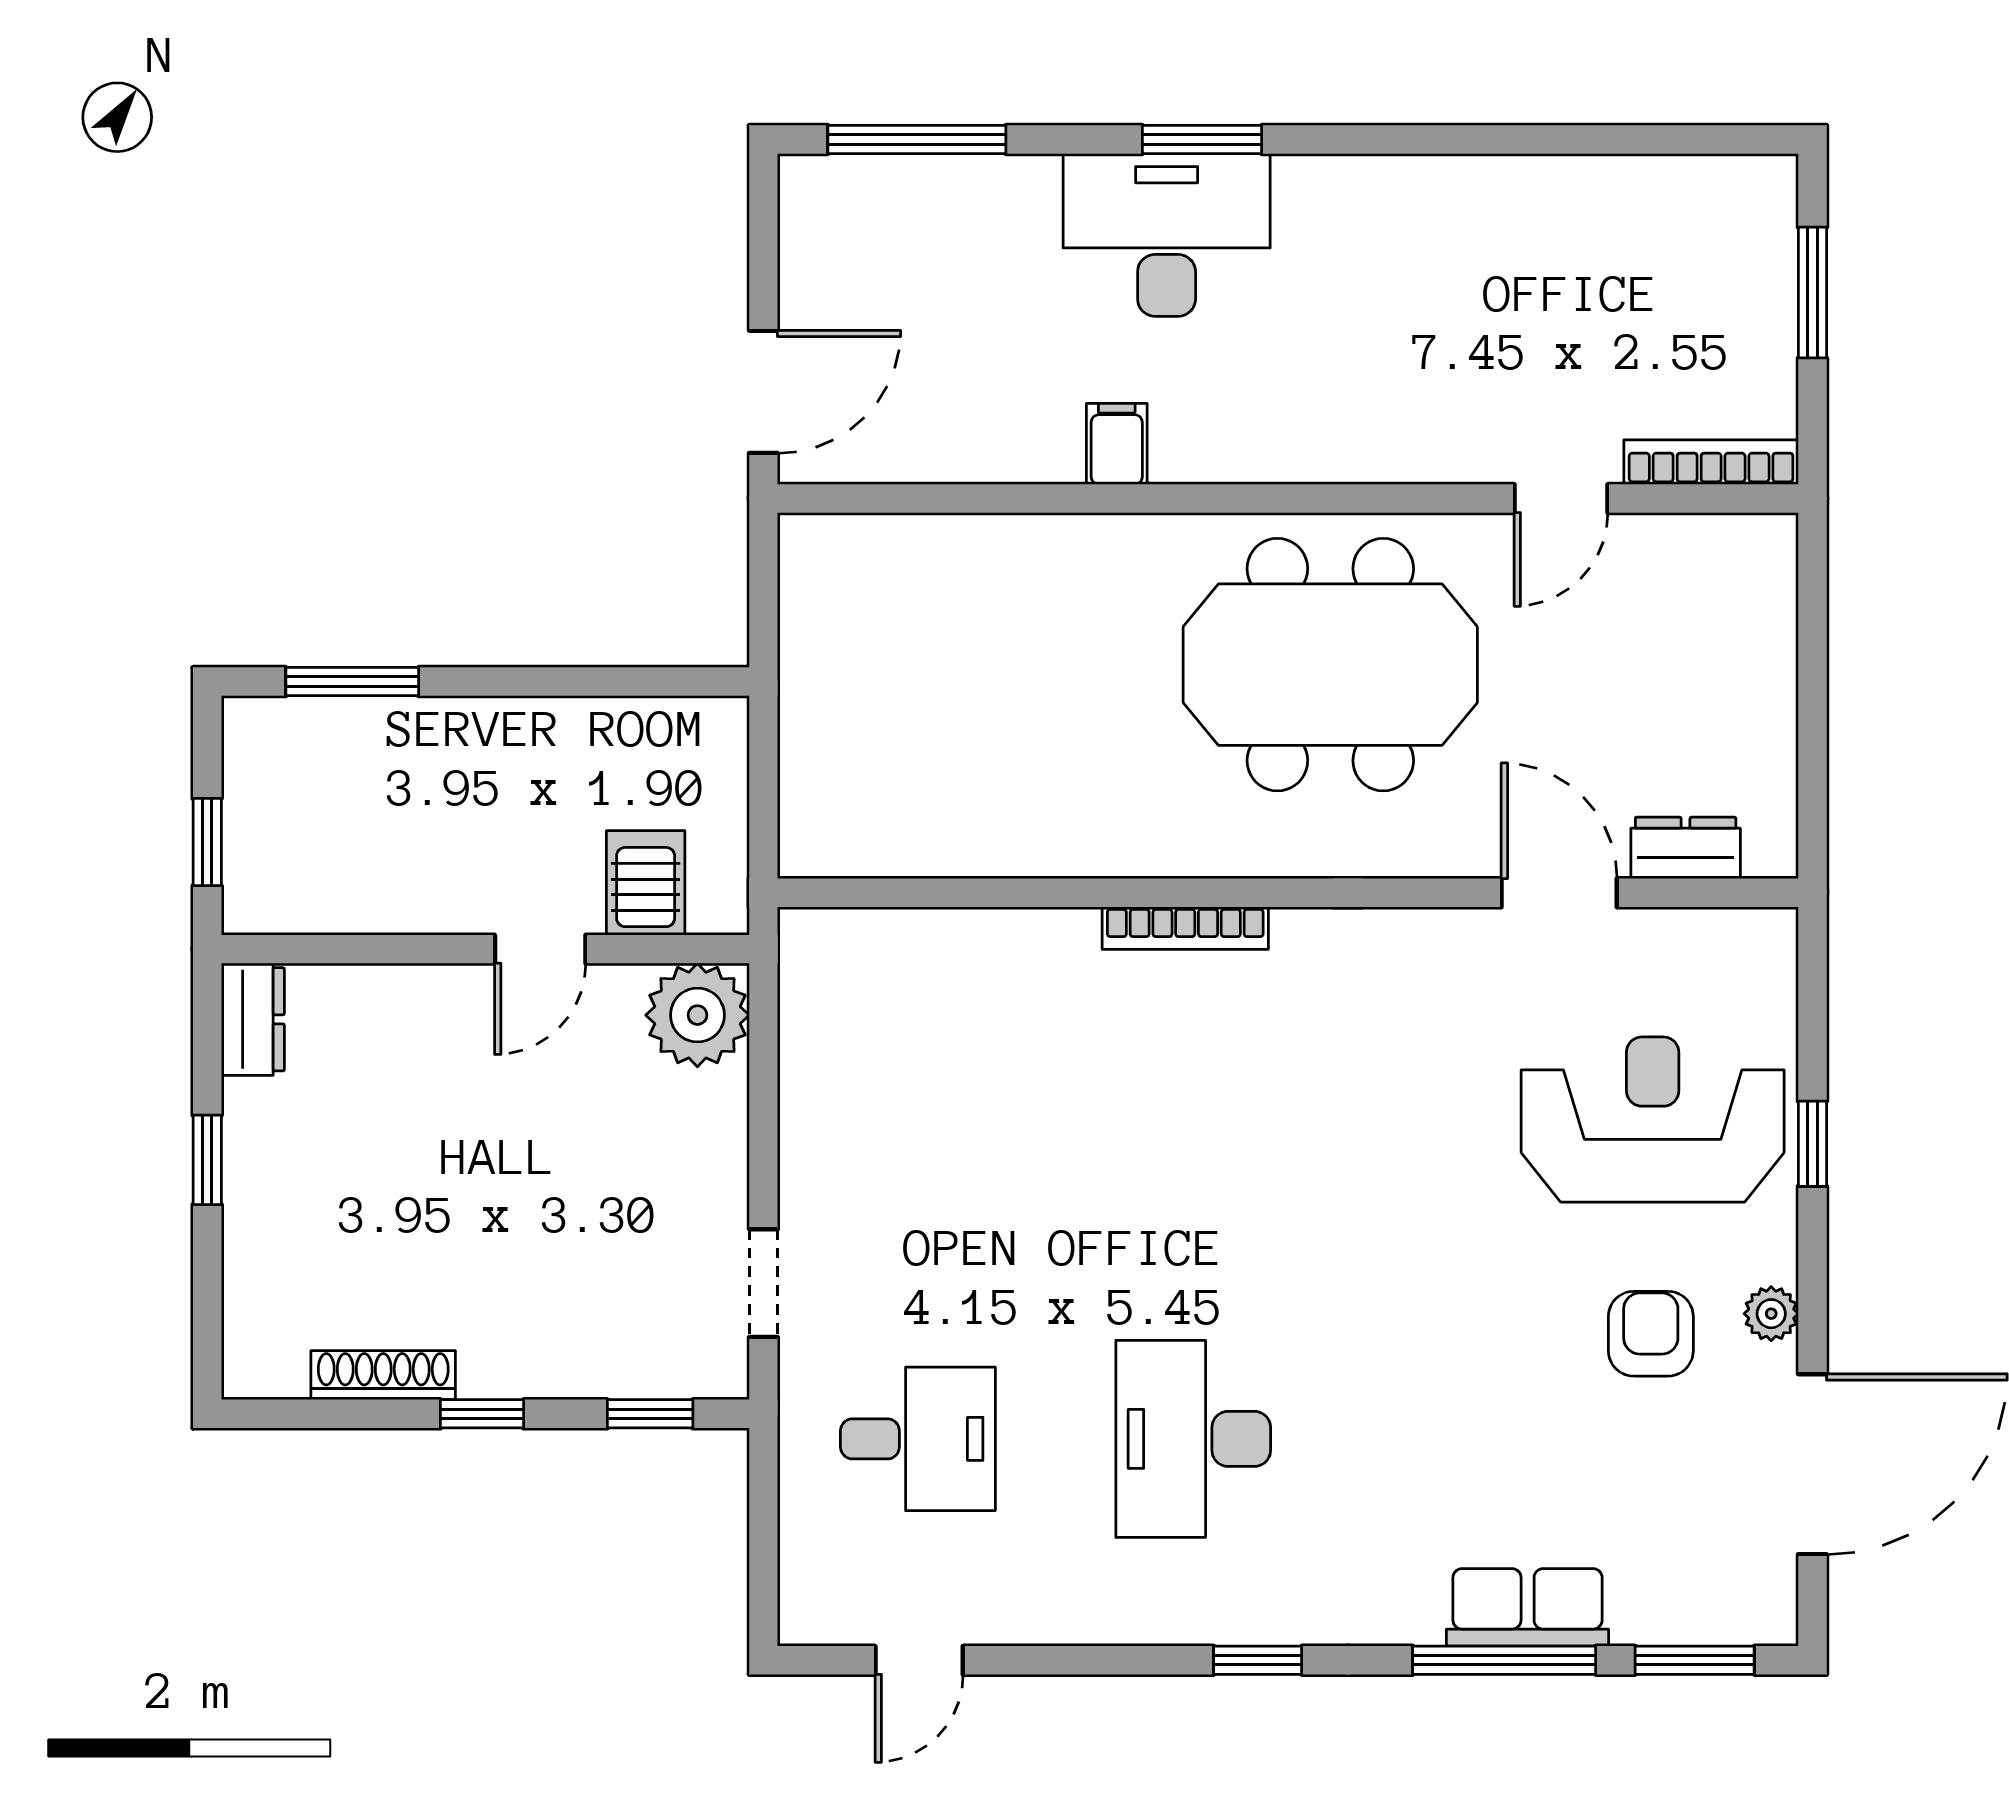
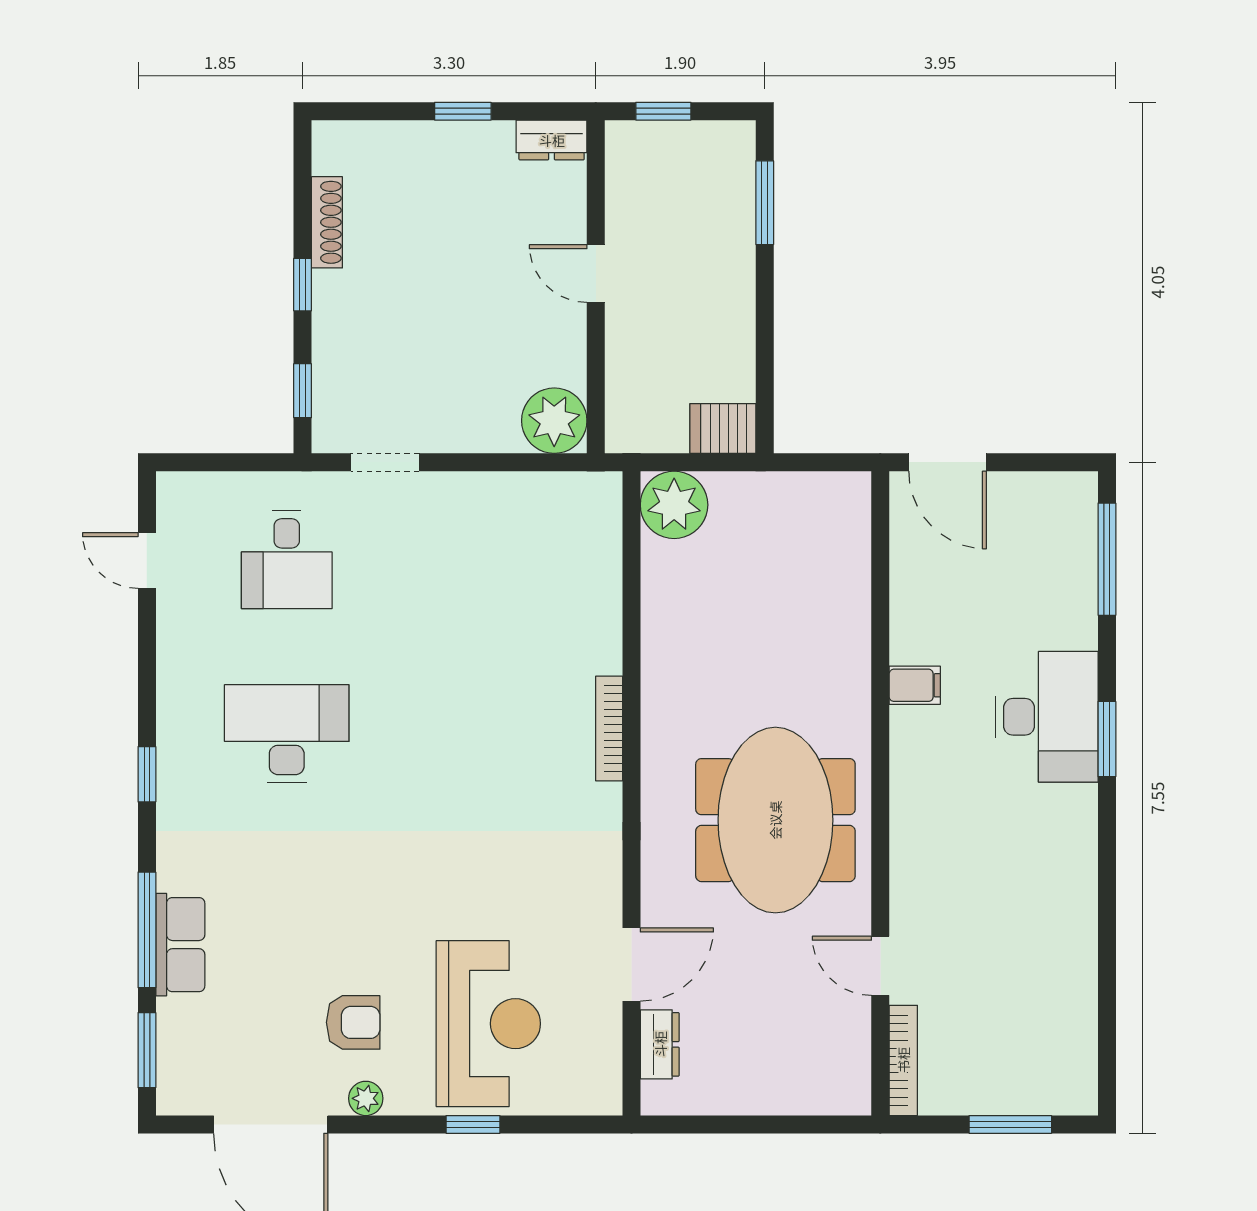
plant: (831, 825) -> (674, 505), added
server rack: (646, 883) -> (723, 429), moved, turned 180
door: (540, 949) -> (596, 274), moved

